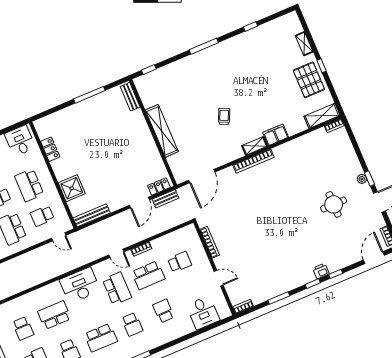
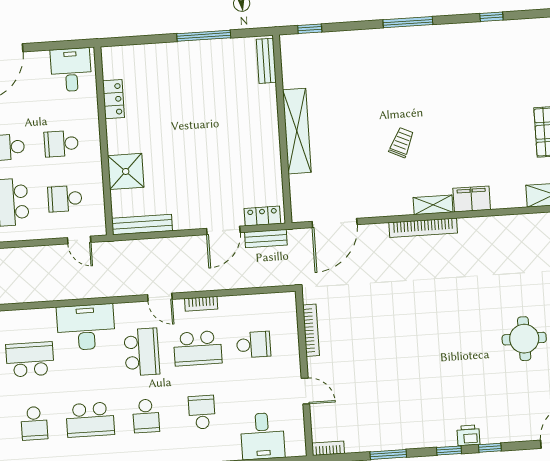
school desk: (29, 185) -> (61, 144), width x0.54

